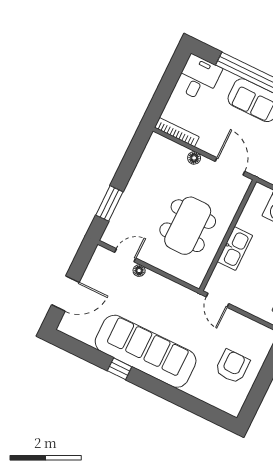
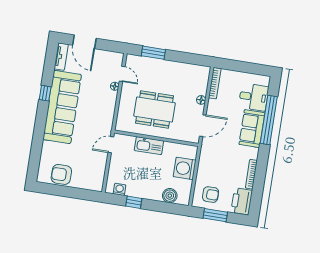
desk: (198, 78) -> (254, 97), moved
tv unit: (76, 332) -> (61, 57), added
armchair: (232, 366) -> (61, 174), moved, turned 180

